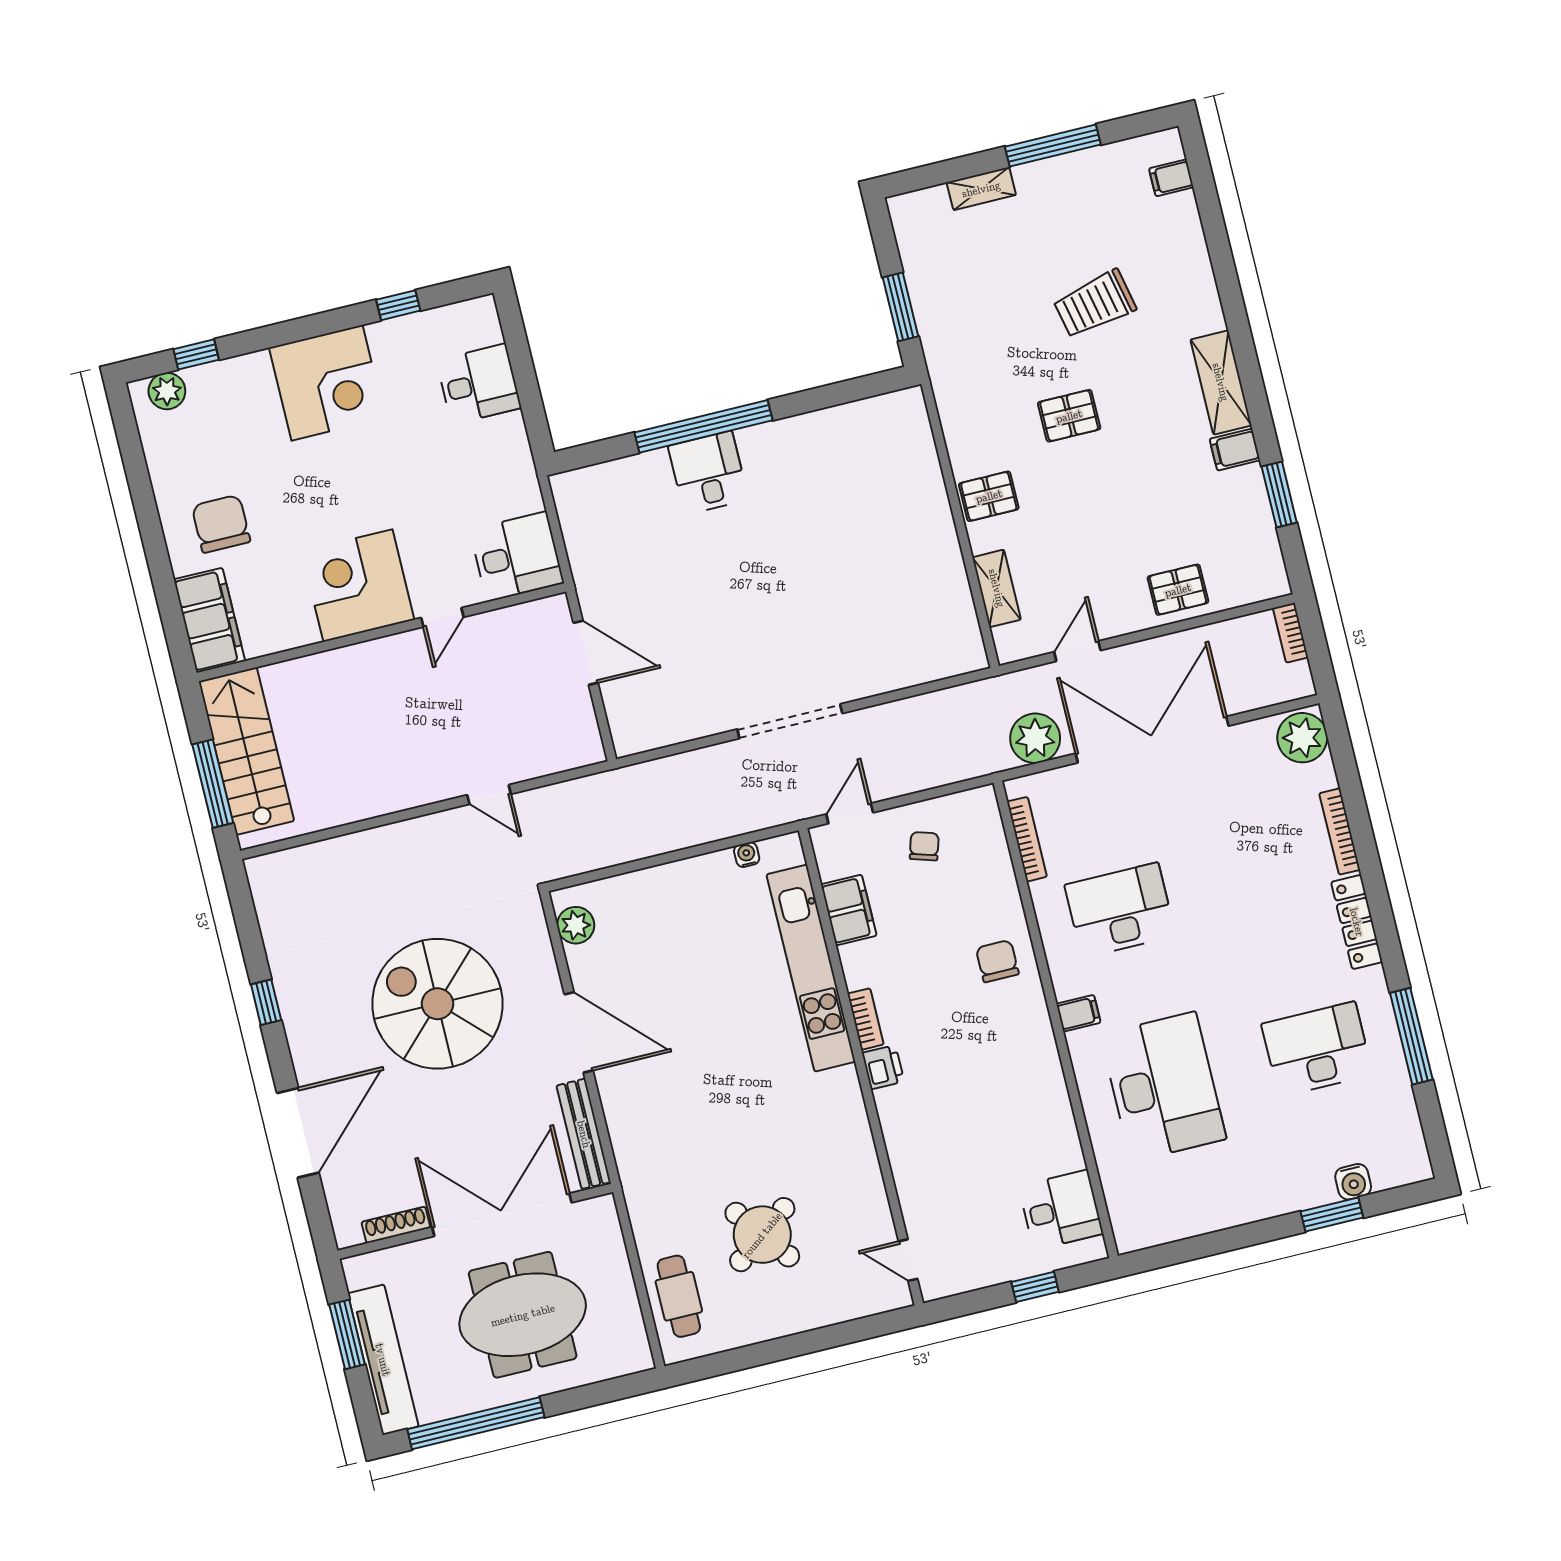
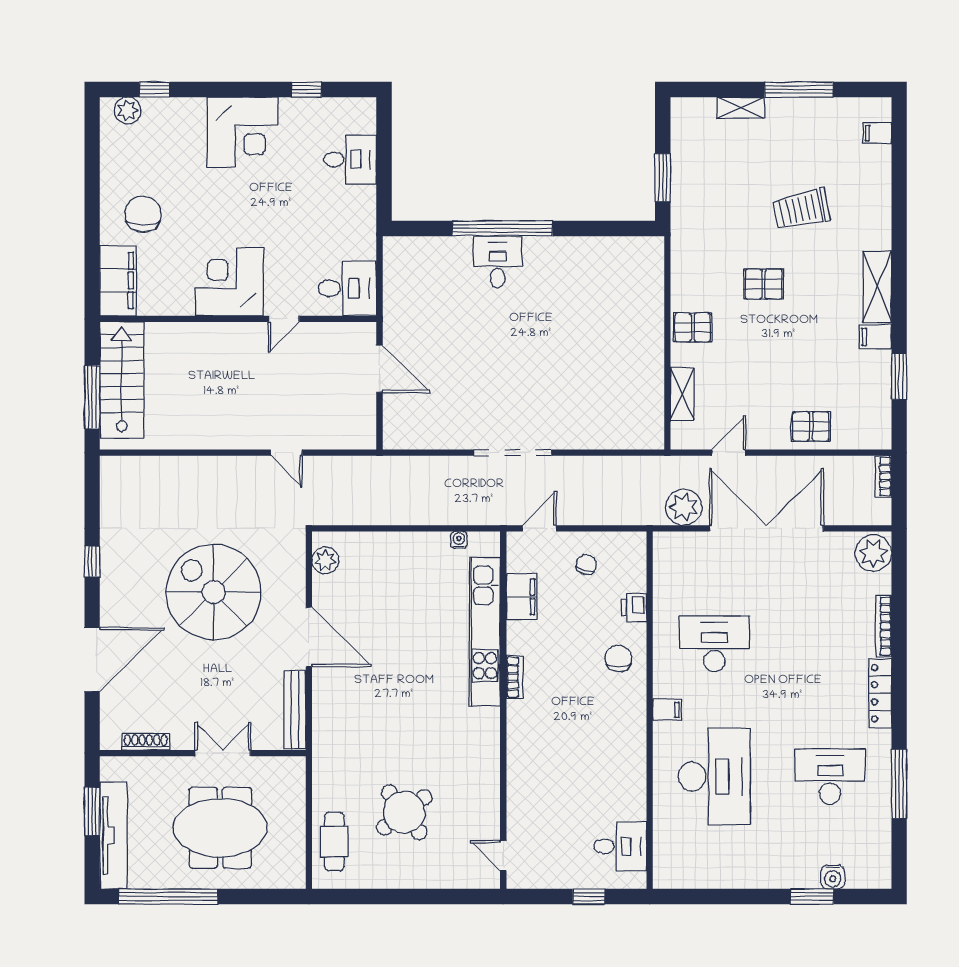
bookcase: (1027, 839) -> (660, 577), removed
printer: (883, 1067) -> (634, 608), moved, turned 180
double door: (502, 1215) -> (223, 753), width x0.54

